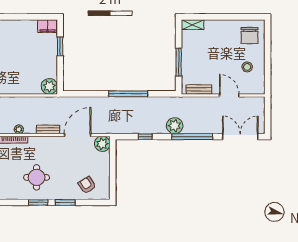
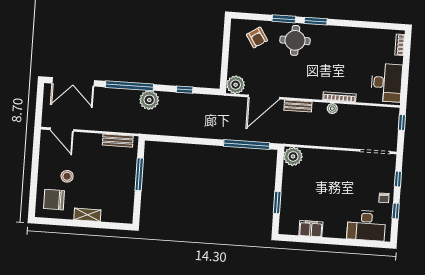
shelving: (193, 25) -> (87, 215), moved
filing cabinet: (48, 26) -> (311, 229), moved
chair: (250, 36) -> (54, 200), turned -90
stool: (247, 67) -> (67, 176), moved
window: (128, 94) -> (247, 144), moved
door: (229, 95) -> (62, 130), moved
round table: (37, 177) -> (295, 40), moved

